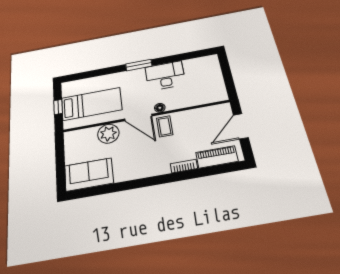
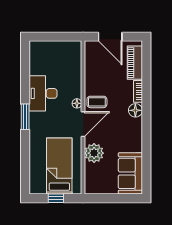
floor lamp: (162, 167) -> (135, 110), added

